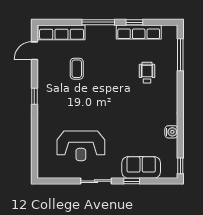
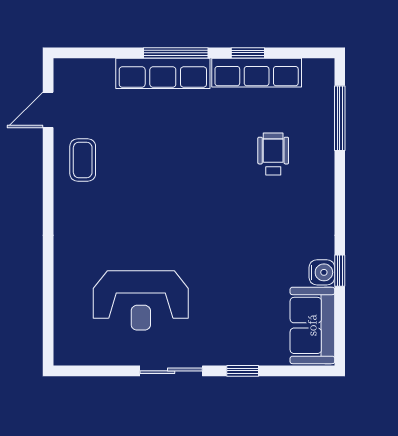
row of seats: (62, 32) -> (163, 73), moved
coffee table: (77, 69) -> (83, 160), moved
window: (34, 96) -> (48, 201), removed
window: (180, 166) -> (340, 271), moved
sofa: (141, 167) -> (312, 325), moved, turned -90

